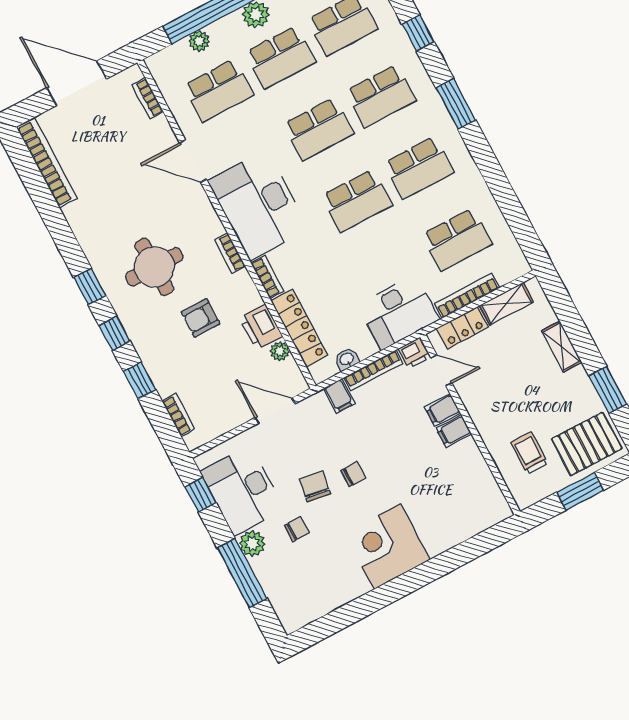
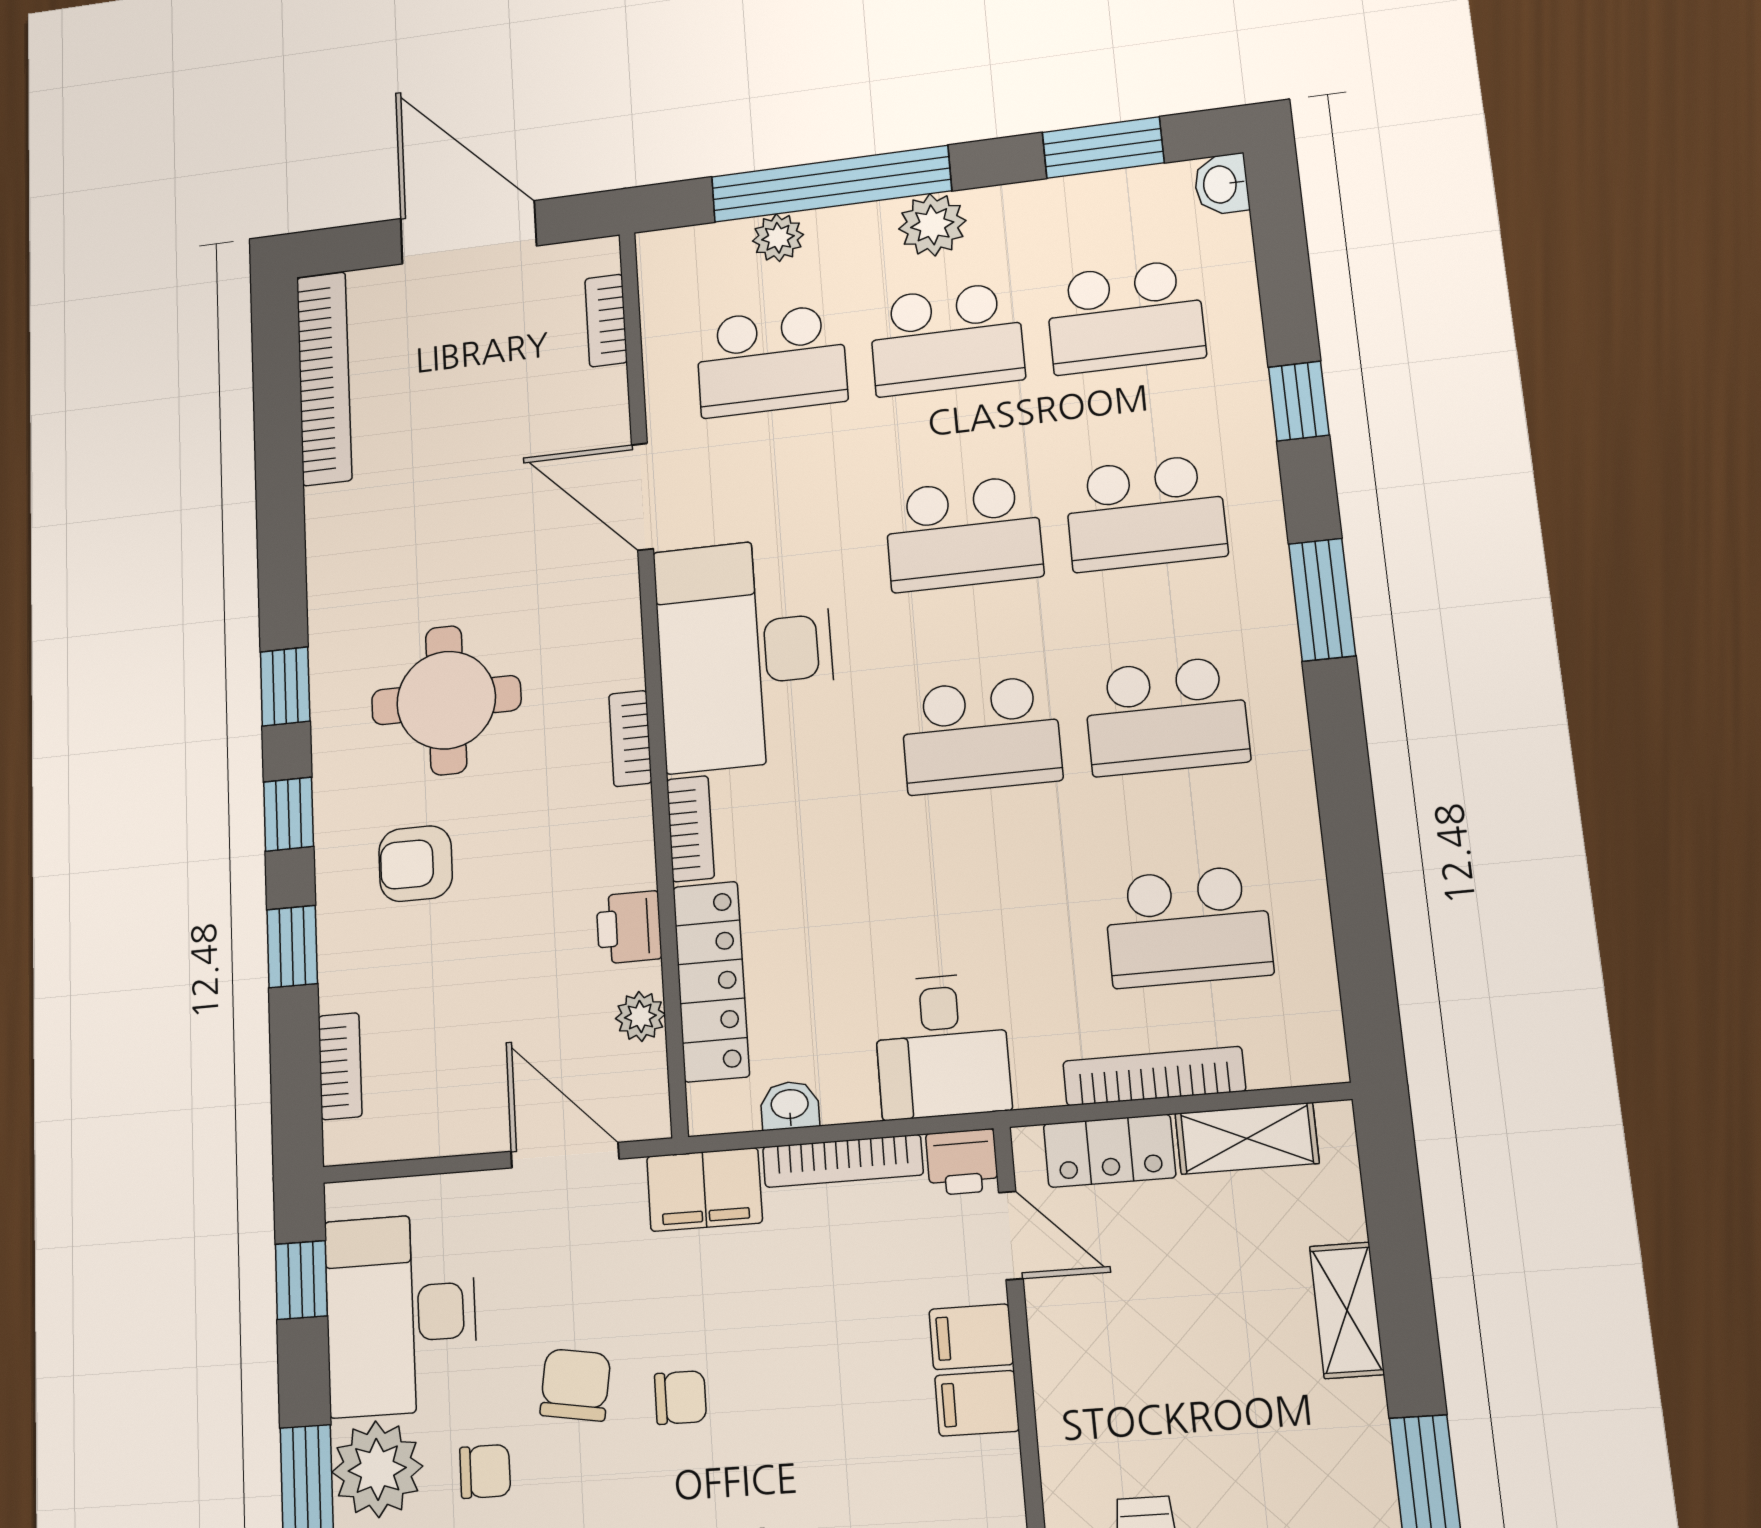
desk: (398, 312) -> (942, 1046), width x0.73
armchair: (201, 318) -> (416, 864), moved
printer: (261, 327) -> (629, 927), width x0.73, depth x0.81
filing cabinet: (339, 396) -> (704, 1190), width x2.00
plant: (252, 544) -> (377, 1469), width x1.36, depth x1.36

